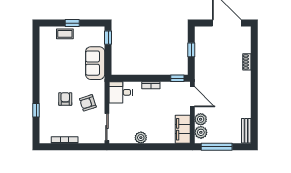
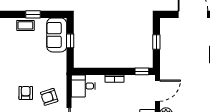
window: (108, 38) -> (70, 41), moved
sofa: (95, 63) -> (57, 35), moved
door: (192, 97) -> (157, 91), hinge flipped

